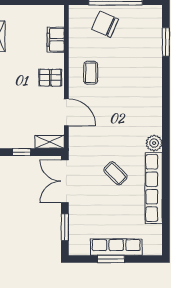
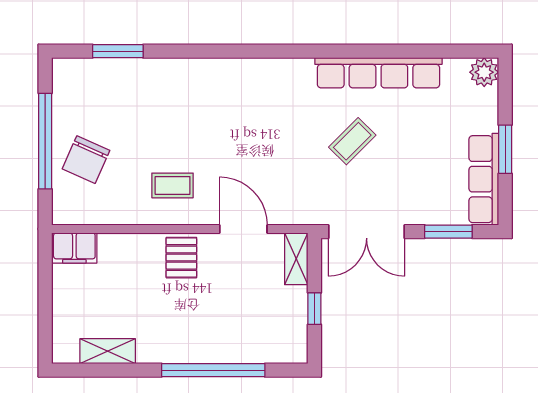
filing cabinet: (56, 40) -> (74, 248), moved
door: (66, 112) -> (243, 229), hinge flipped
plant: (154, 143) -> (484, 72), moved
row of seats: (116, 247) -> (484, 179), moved

